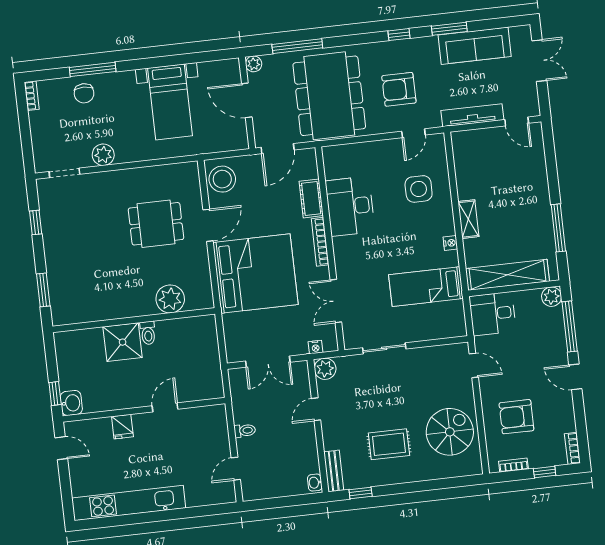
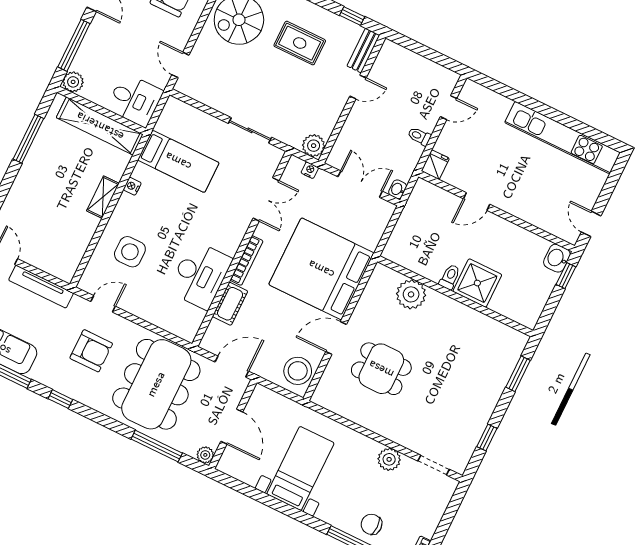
chair: (84, 93) -> (371, 524), turned -90
door: (316, 409) -> (358, 87), moved
fridge: (122, 427) -> (435, 165), moved
washbasin: (315, 483) -> (398, 189), moved, turned 180

